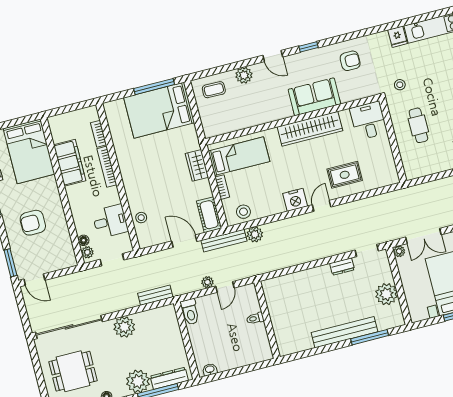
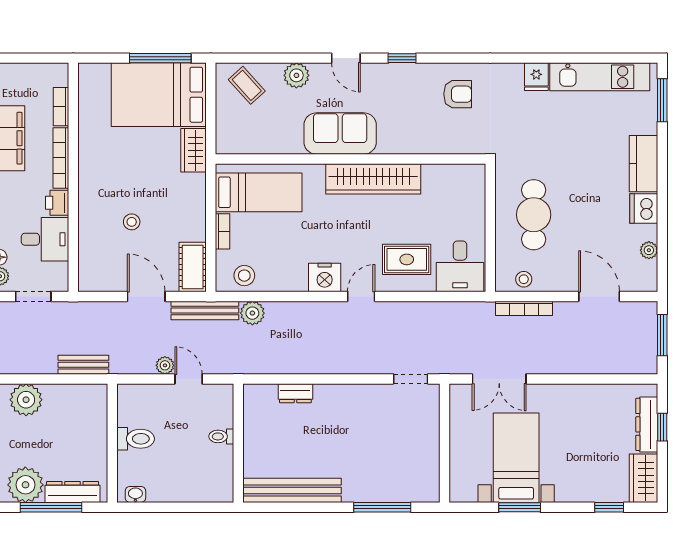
stool: (400, 85) -> (524, 279), moved
coffee table: (214, 90) -> (247, 85), turned 47
sofa: (314, 97) -> (340, 134), moved
desk: (368, 121) -> (460, 266), moved, turned 180
cafe table: (418, 125) -> (534, 215), width x1.37, depth x1.35
wardrobe: (197, 165) -> (193, 150), moved
bookcase: (428, 187) -> (524, 308), added
printer: (112, 196) -> (57, 203), added
stool: (141, 218) -> (132, 222), moved
plant: (399, 251) -> (458, 392), removed
dresser: (342, 267) -> (295, 393), moved
door: (225, 287) -> (189, 379), swing flipped
plant: (386, 294) -> (423, 450), removed
toilet: (190, 312) -> (136, 439), moved, turned -90
bench: (344, 332) -> (292, 490), moved

